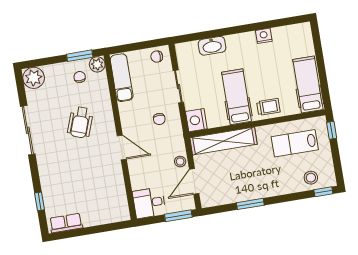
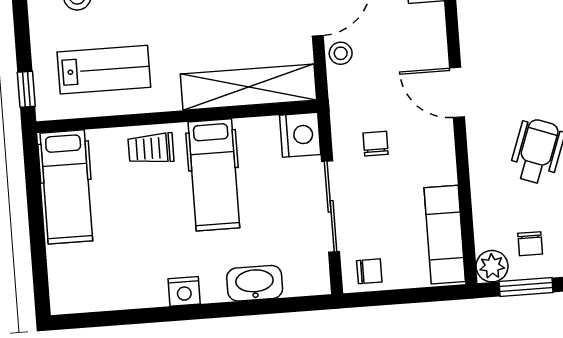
nightstand: (264, 36) -> (184, 291), moved
sliding door: (178, 86) -> (331, 206), width x1.37

